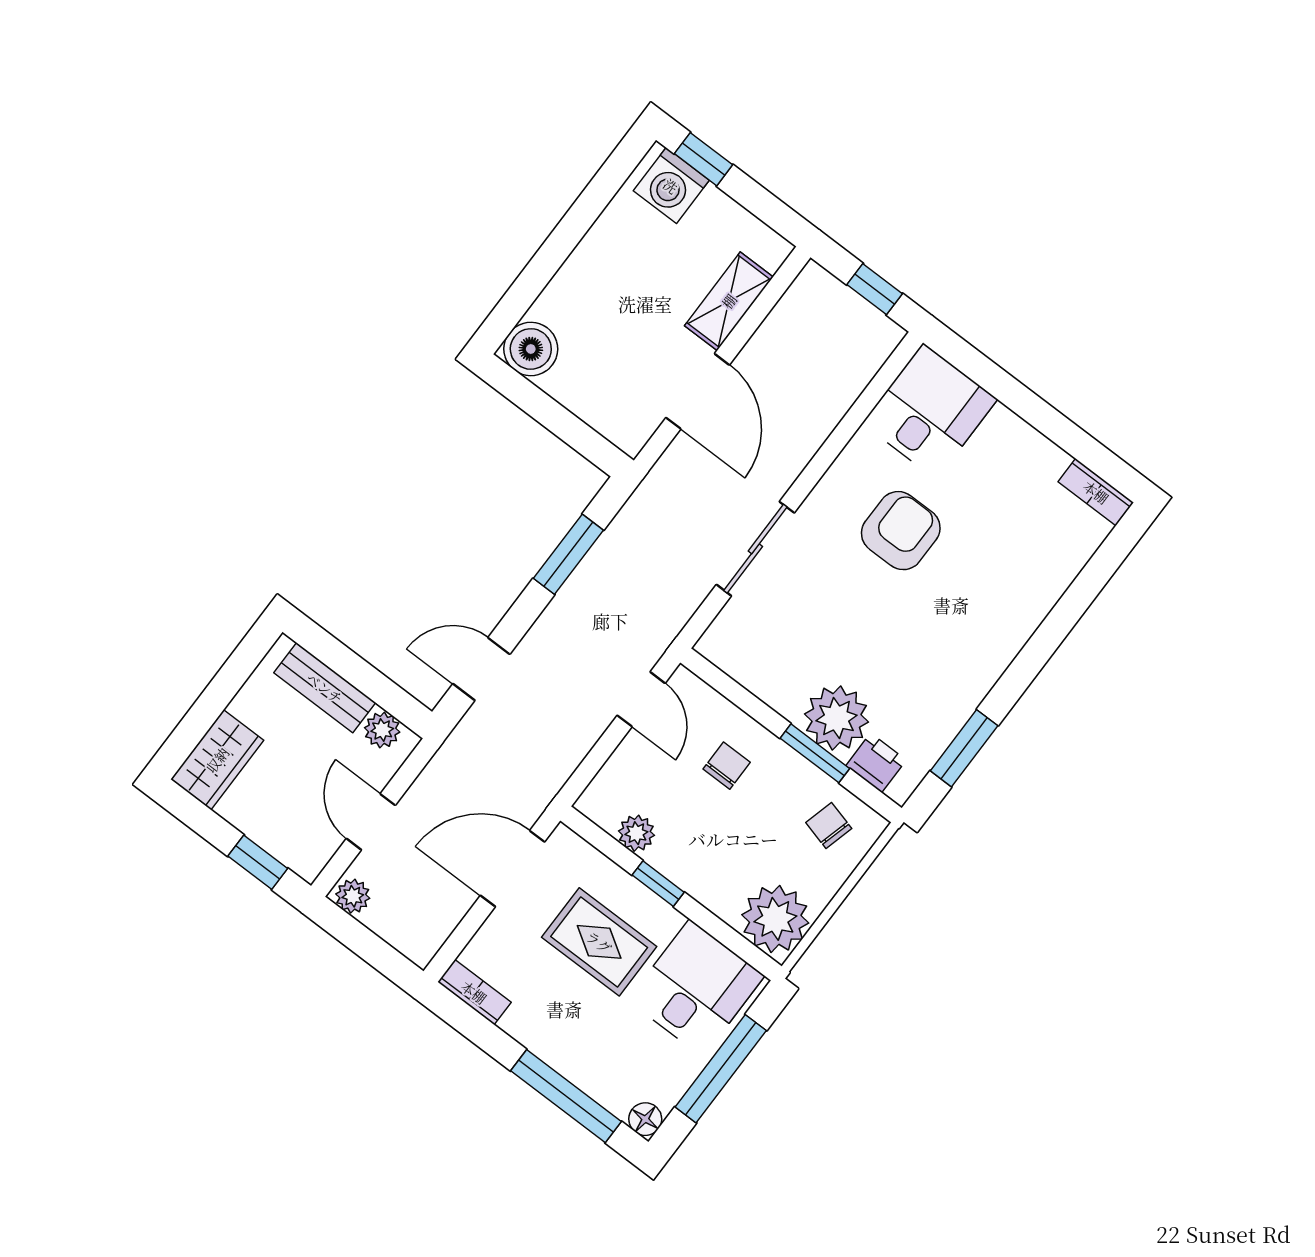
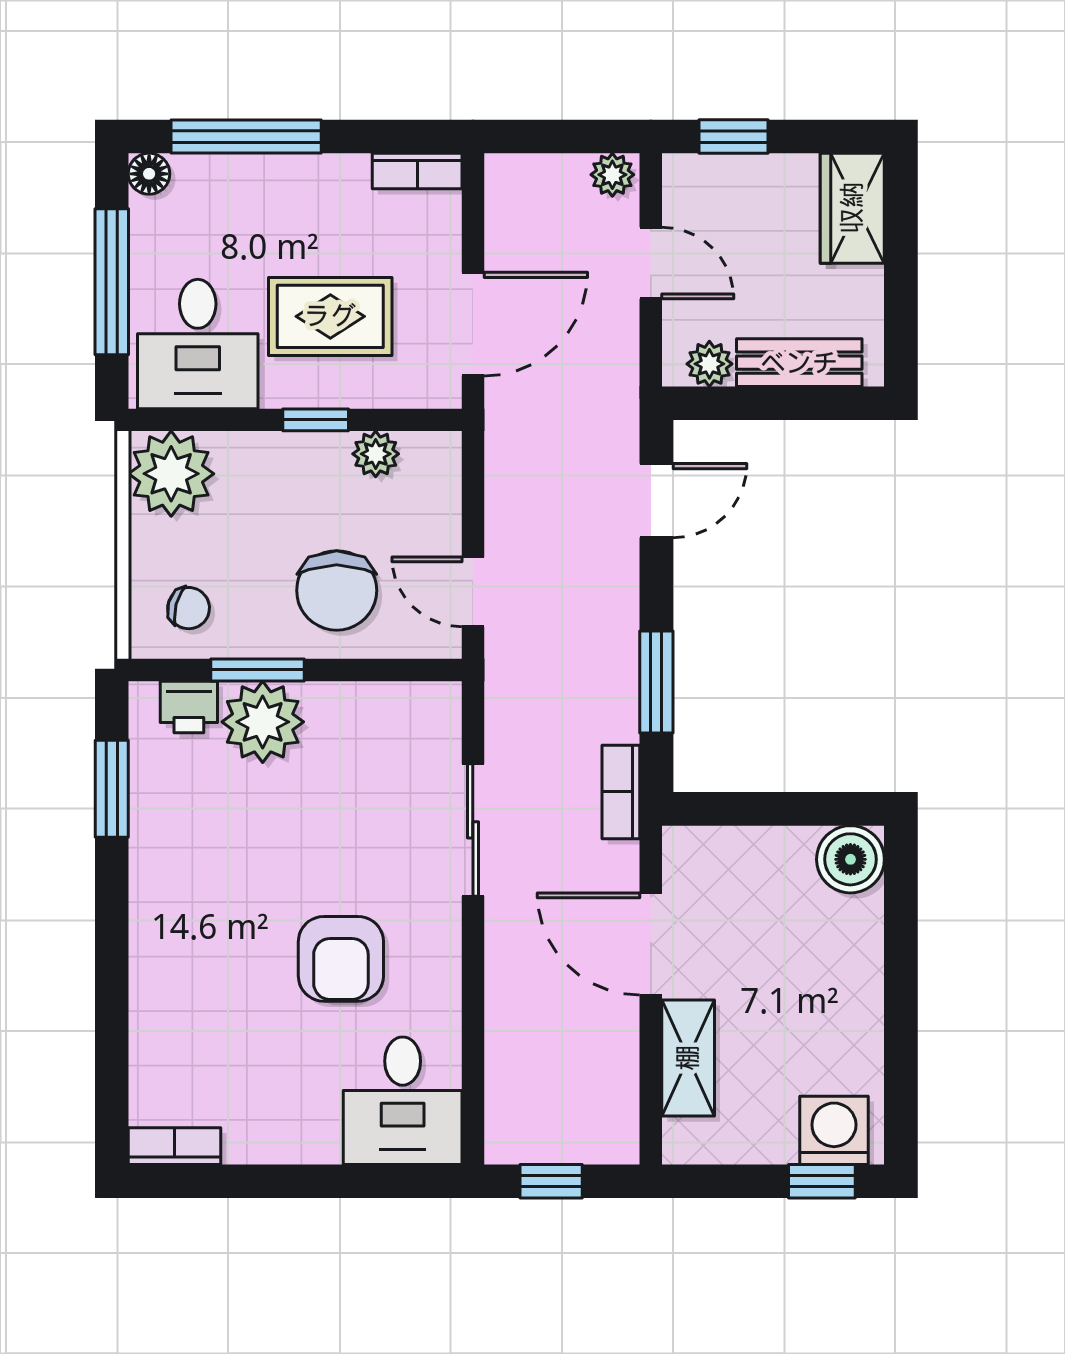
bookcase: (644, 502) -> (621, 792), added
chair: (727, 766) -> (337, 590), width x1.87, depth x1.87

